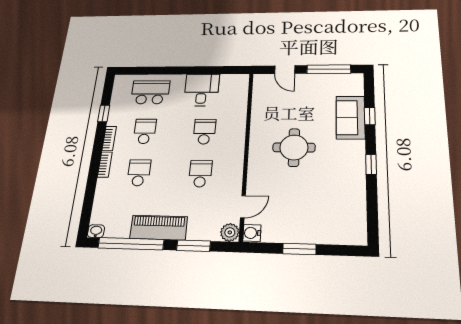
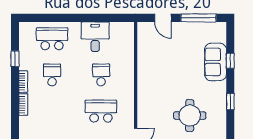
round table: (294, 147) -> (190, 116), moved
school desk: (139, 173) -> (52, 111), removed
school desk: (200, 174) -> (101, 111), width x1.85

